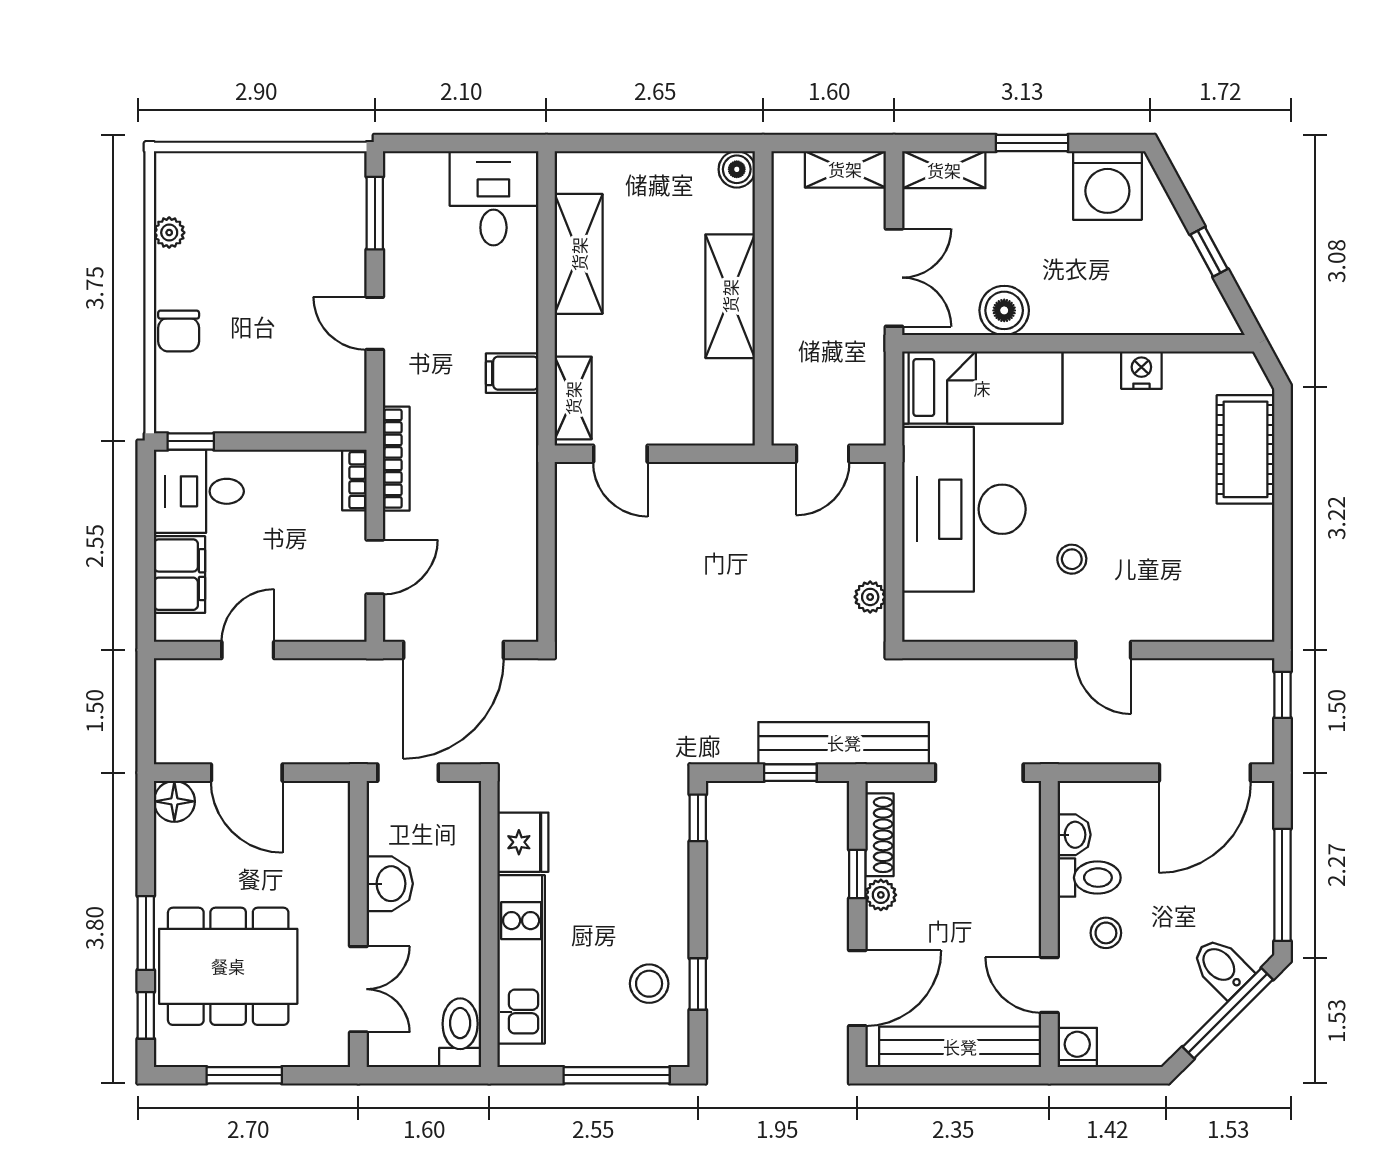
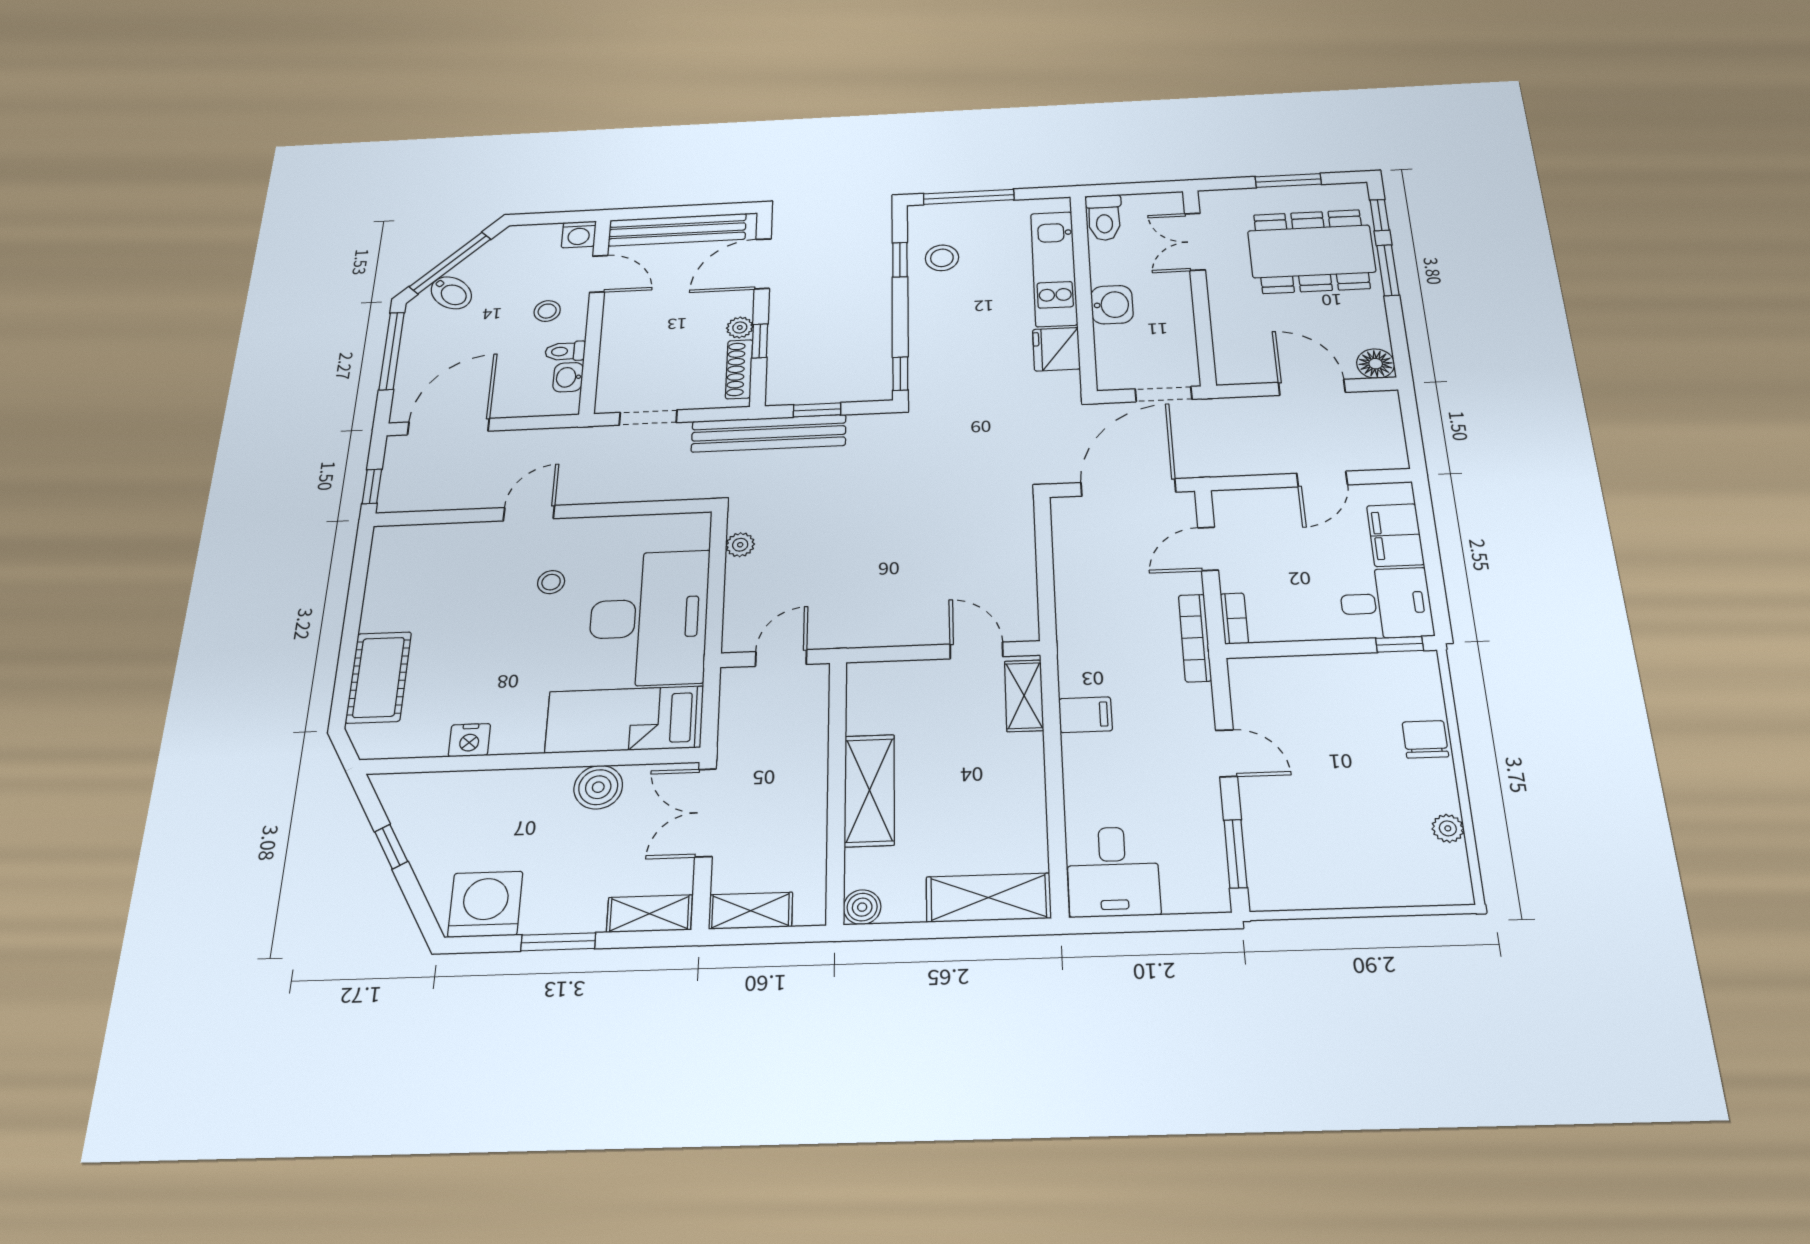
shelving: (579, 254) -> (988, 898), moved, turned 90
door: (1103, 650) -> (529, 513), hinge flipped
doorway: (979, 773) -> (648, 418), width x0.73
toilet: (1089, 878) -> (565, 351), width x0.73, depth x0.72
washbasin: (390, 884) -> (1112, 305), moved, turned 180

